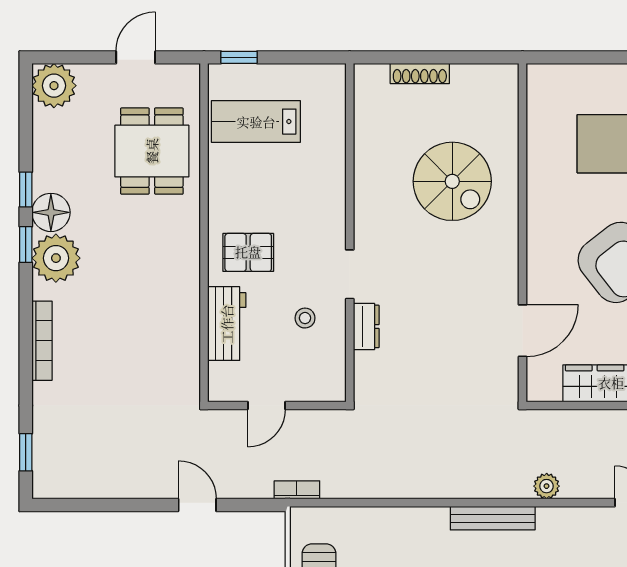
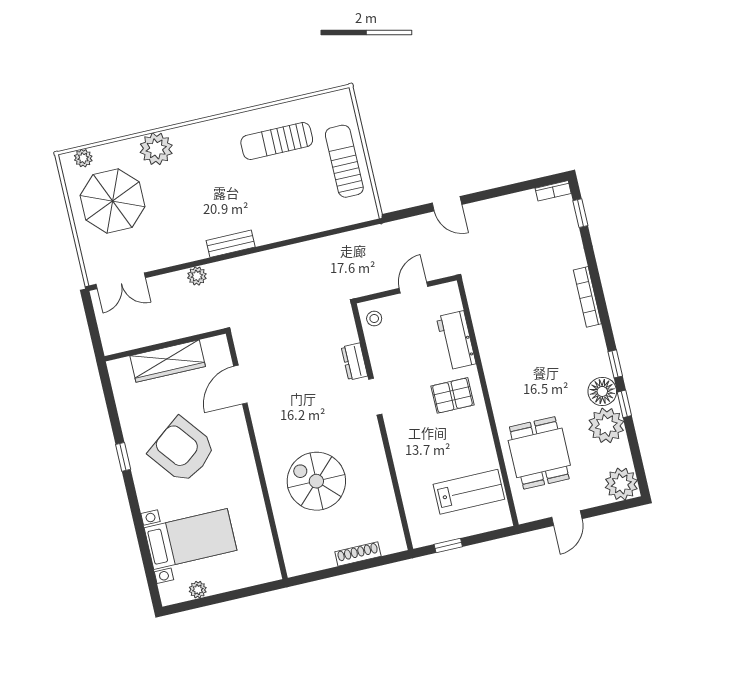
window: (239, 57) -> (448, 545), moved
plant: (56, 258) -> (606, 425), moved
stool: (305, 318) -> (374, 319), moved
bookcase: (297, 490) -> (553, 191), moved
bench: (493, 518) -> (231, 244), width x0.73

